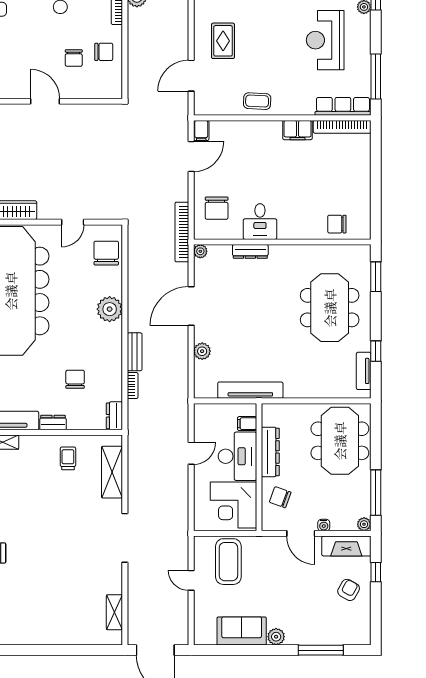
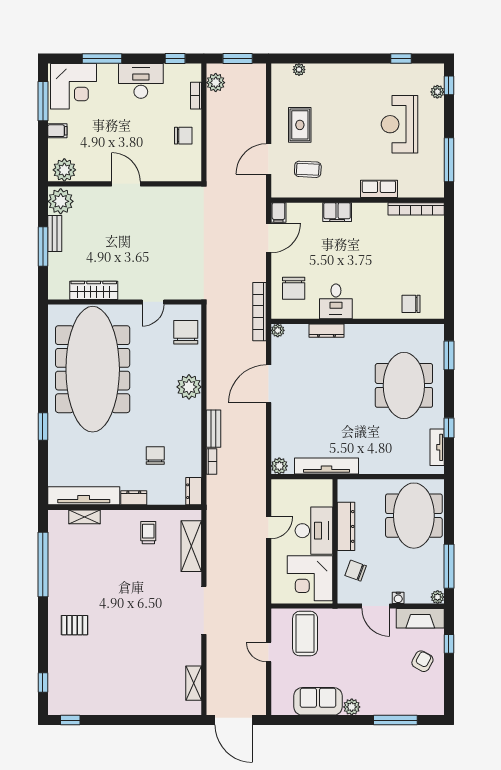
chair: (74, 58) -> (154, 142), removed
coffee table: (257, 101) -> (308, 169), moved
row of seats: (343, 106) -> (379, 189), moved, width x0.68
filing cabinet: (298, 130) -> (337, 212), moved
plant: (202, 351) -> (279, 466), moved
filing cabinet: (247, 424) -> (323, 499), removed

